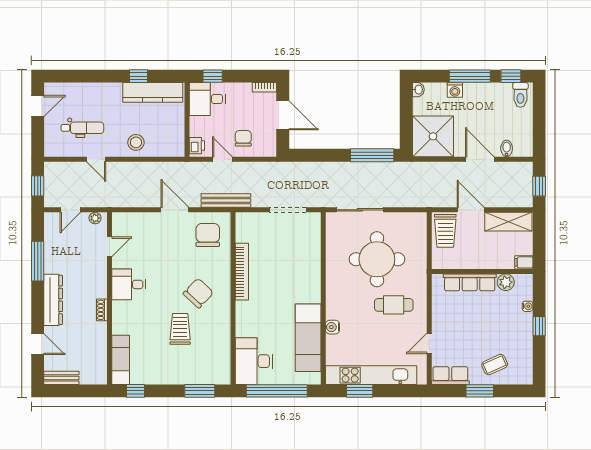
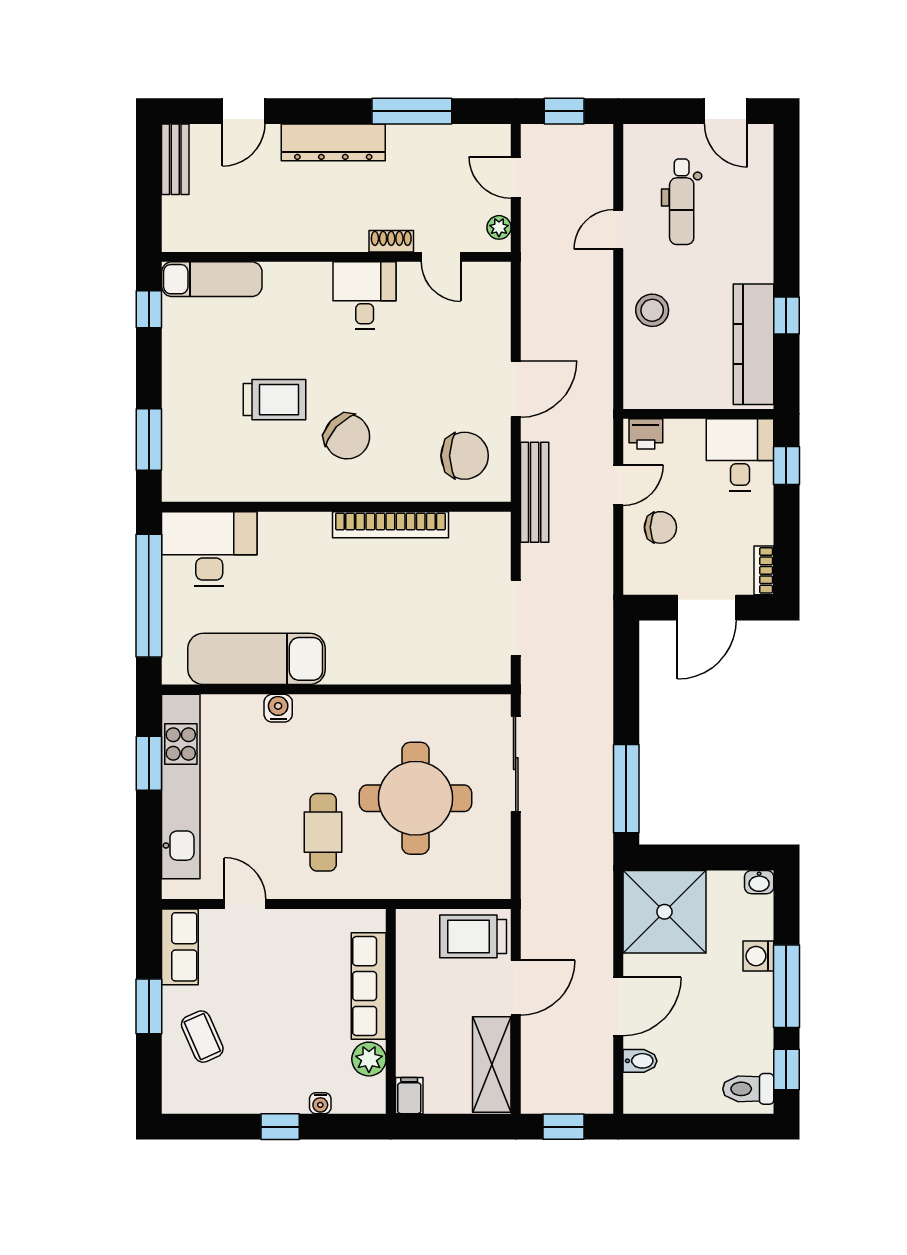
shoe rack: (102, 310) -> (391, 241), moved

